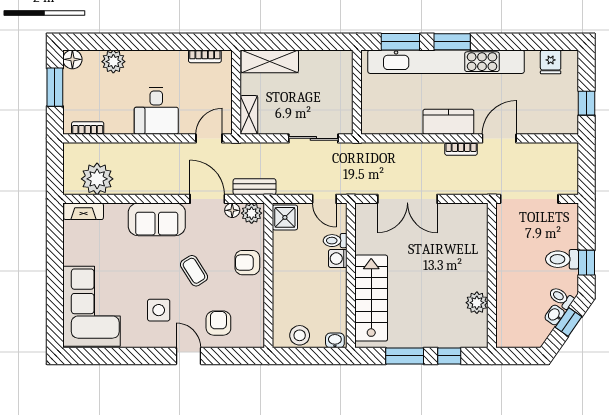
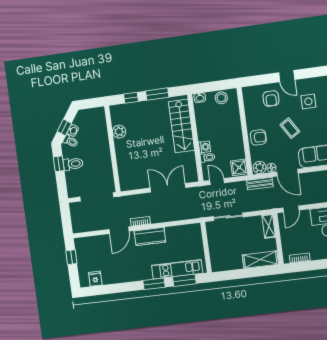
kitchen unit: (446, 62) -> (177, 269), width x0.54

